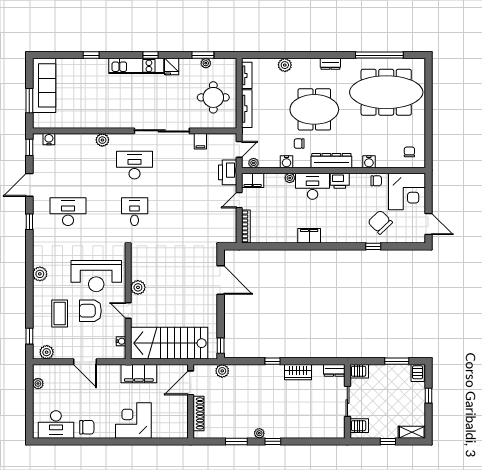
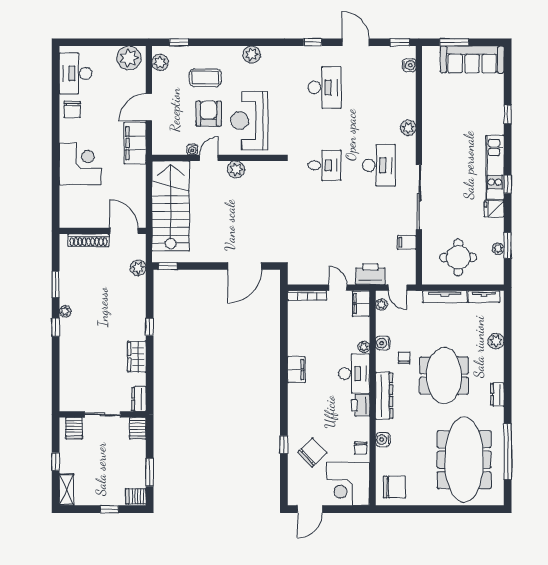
chair: (409, 152) -> (394, 487), width x1.87, depth x1.87
water cooler: (121, 341) -> (192, 149), moved
filing cabinet: (139, 374) -> (135, 143), moved
plant: (38, 384) -> (129, 58), width x1.87, depth x1.87

